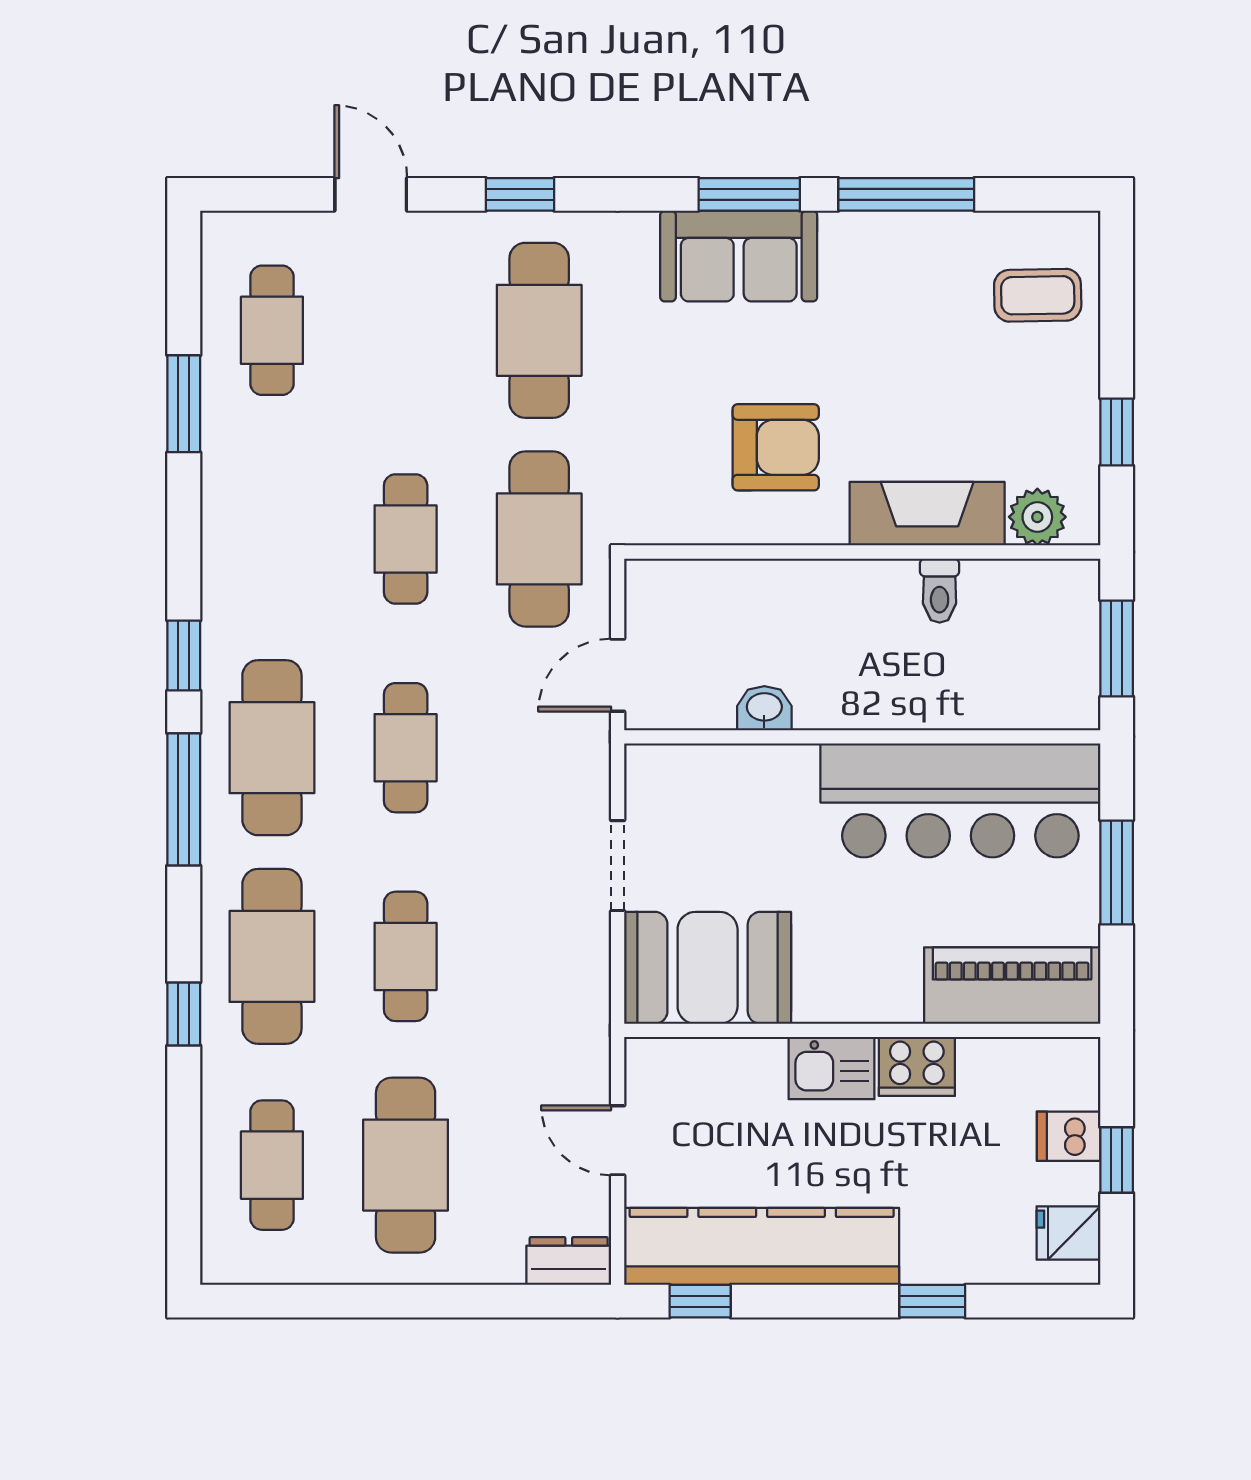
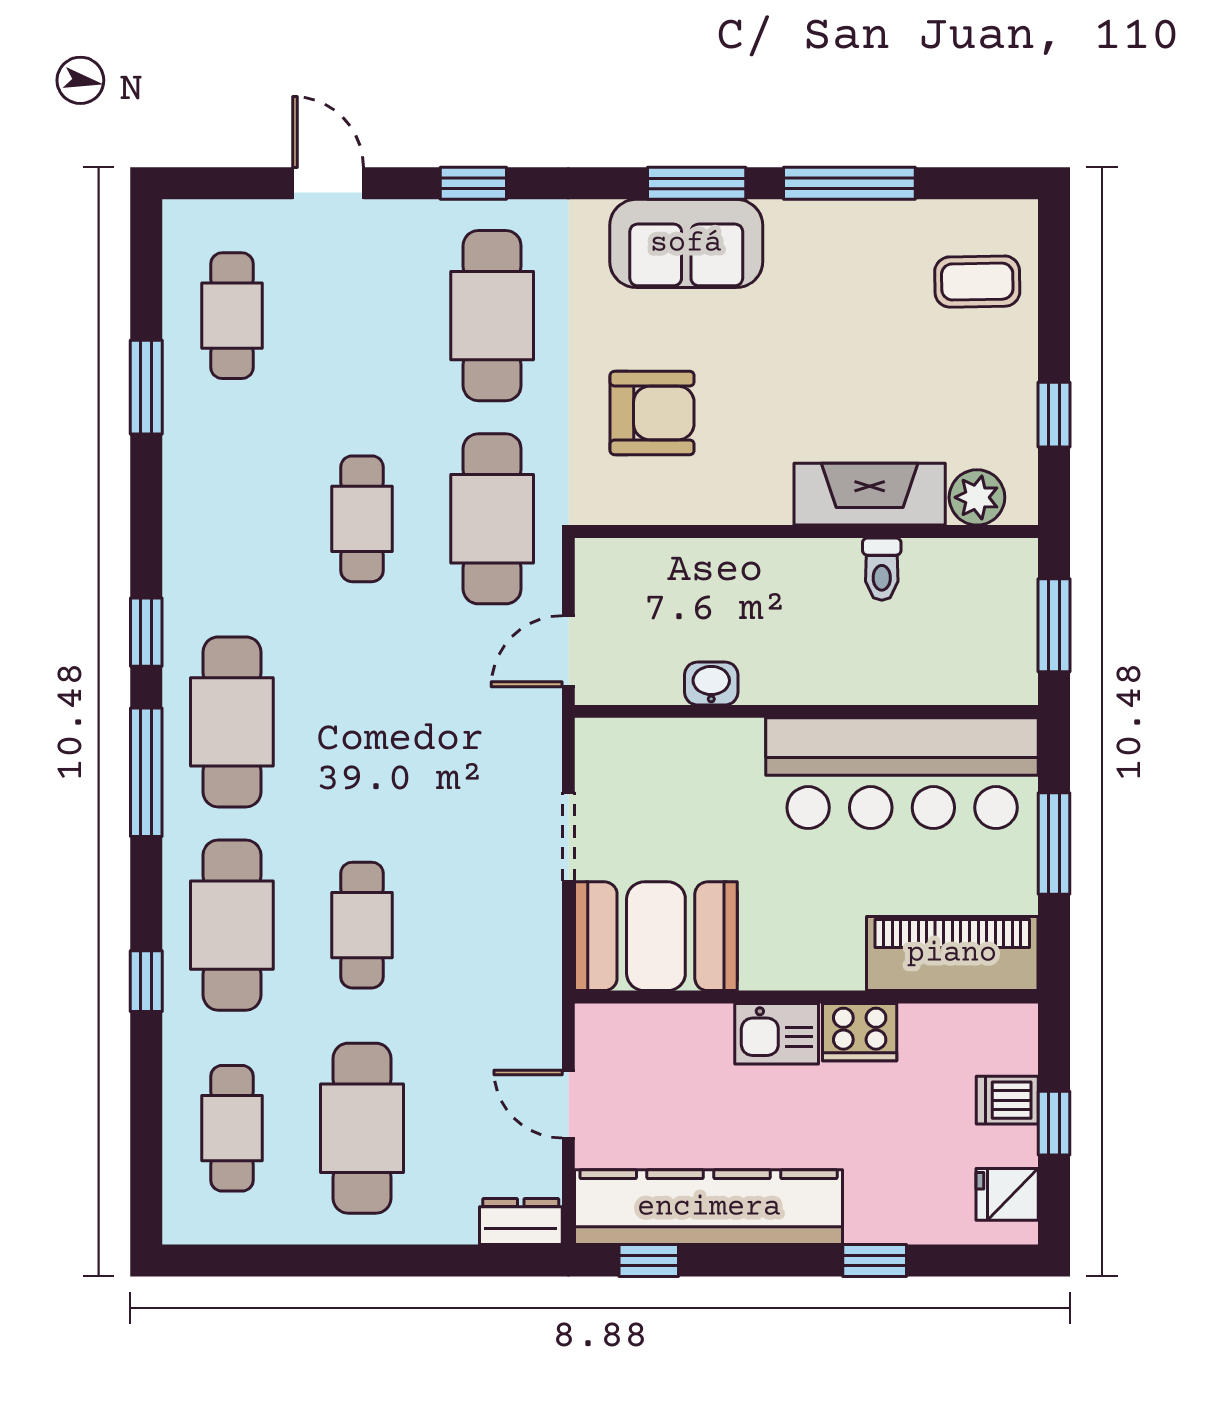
armchair: (776, 447) -> (652, 413), moved
cafe table: (406, 748) -> (362, 722), removed

